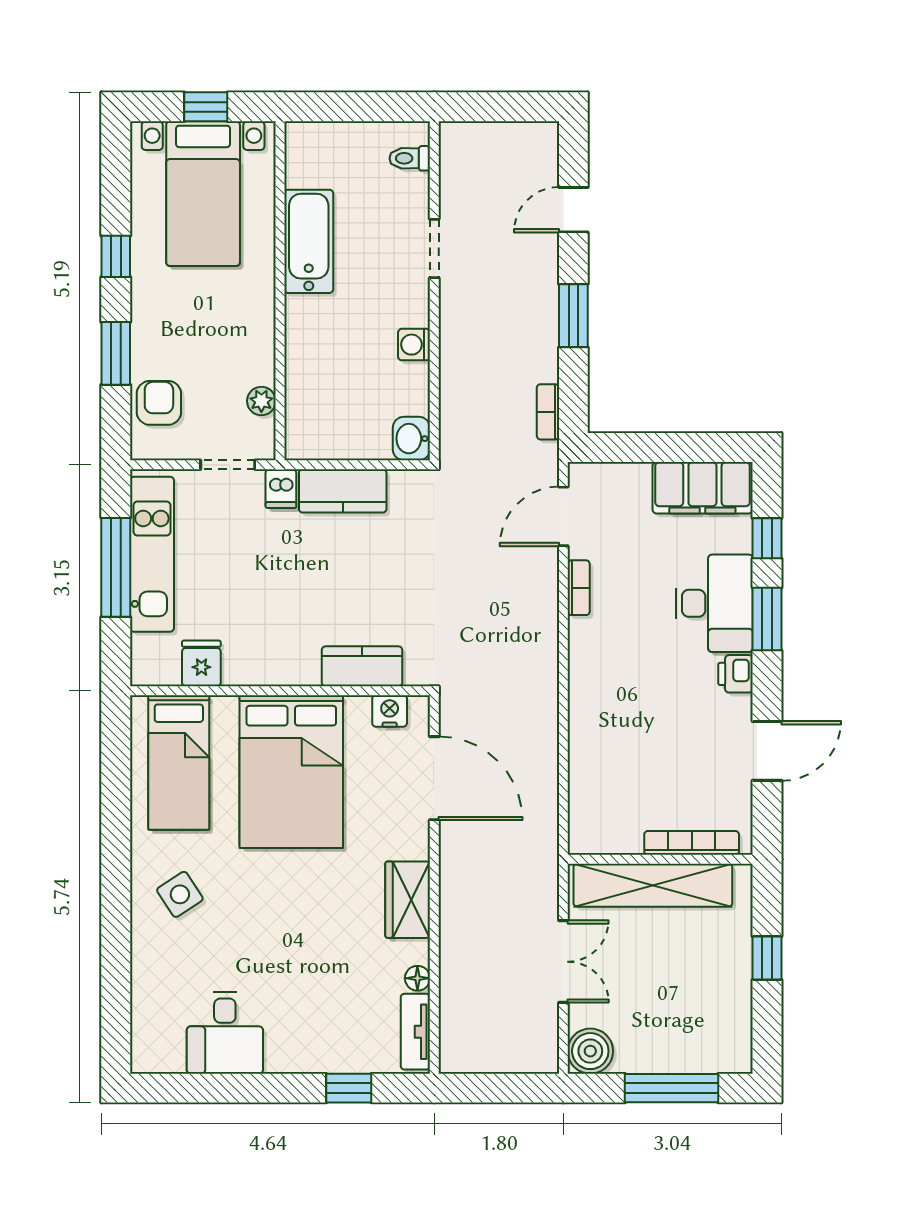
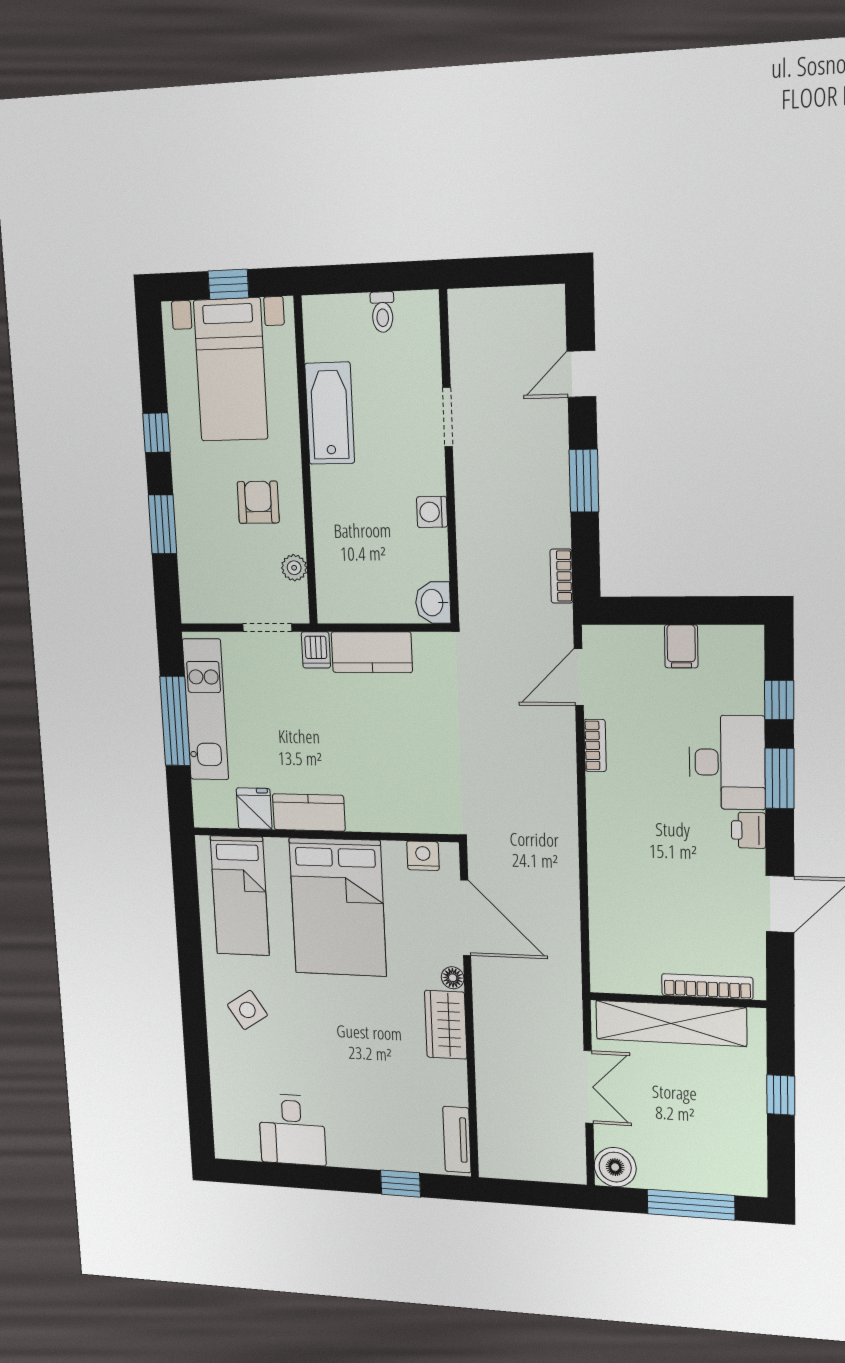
toilet: (410, 158) -> (382, 312), moved, turned -90
armchair: (159, 403) -> (258, 502), moved
filing cabinet: (702, 488) -> (681, 646), width x0.33, depth x0.86
kitchen counter: (362, 666) -> (309, 812), moved
floor lamp: (417, 978) -> (453, 978), moved

